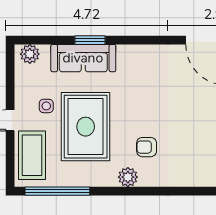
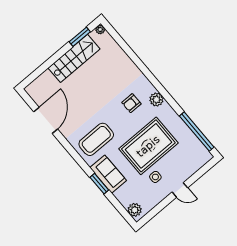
sofa: (83, 58) -> (108, 174), width x0.73
armchair: (147, 147) -> (131, 103), turned 90
coffee table: (32, 155) -> (96, 139), moved

